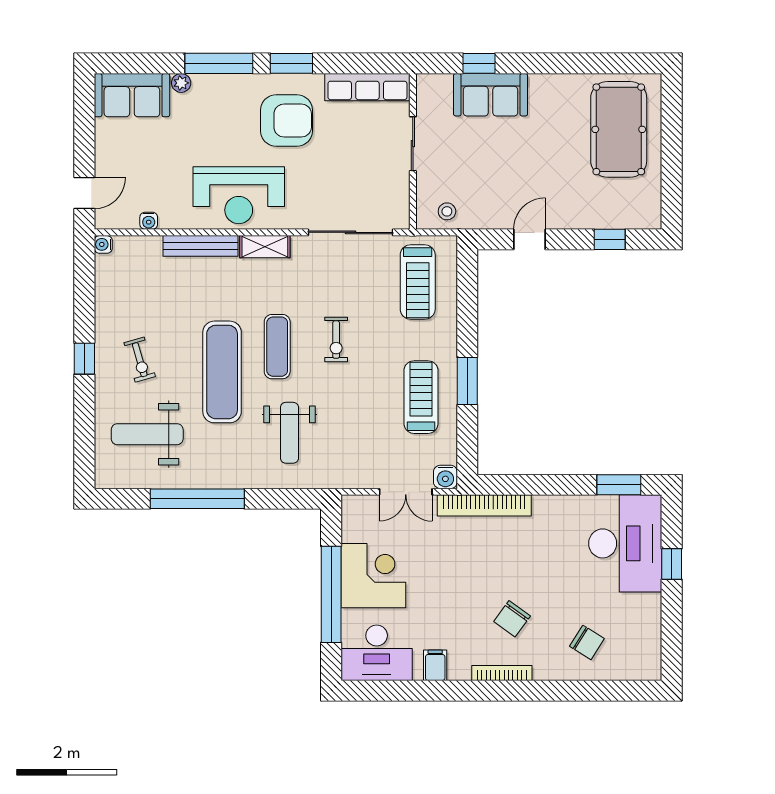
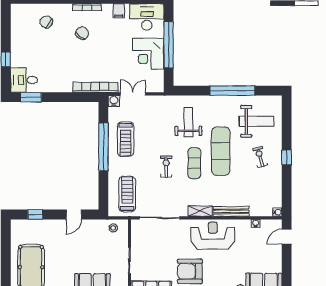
window: (467, 381) -> (103, 147), width x2.11
desk: (625, 543) -> (24, 80), width x0.53, depth x0.77

